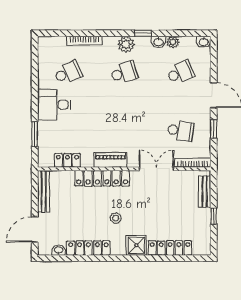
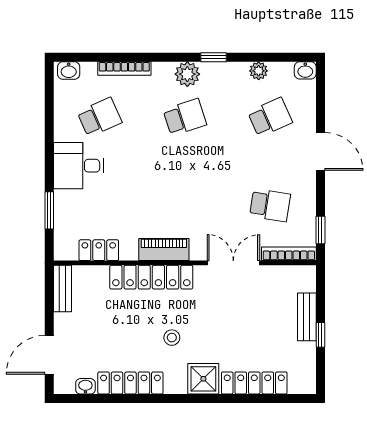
washbasin: (158, 42) -> (69, 71), moved
window: (214, 129) -> (320, 230), moved
bench: (44, 191) -> (62, 289), width x0.73
bench: (205, 192) -> (307, 317), moved

